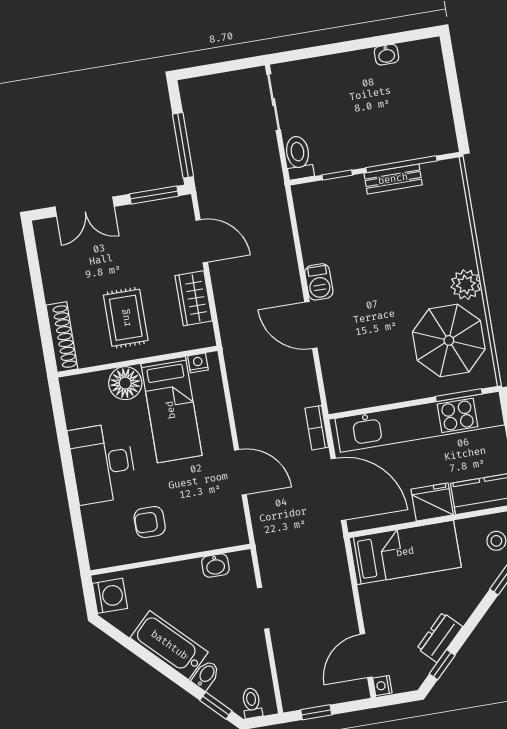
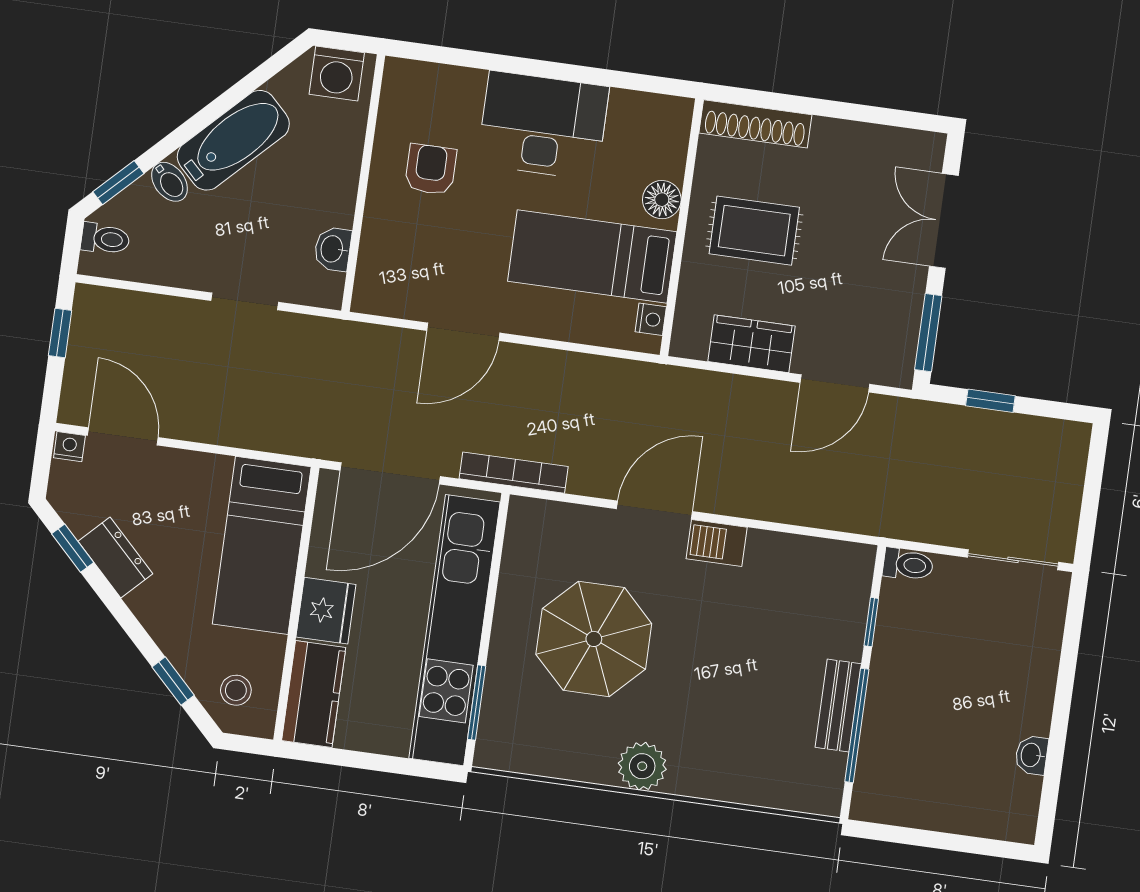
window: (183, 145) -> (990, 401), width x0.46
toilet: (298, 157) -> (908, 565), width x0.73, depth x0.72
parasol: (449, 340) -> (594, 639), moved
floor lamp: (125, 383) -> (662, 200), width x0.73, depth x0.73
bookcase: (317, 428) -> (514, 473), width x1.56

